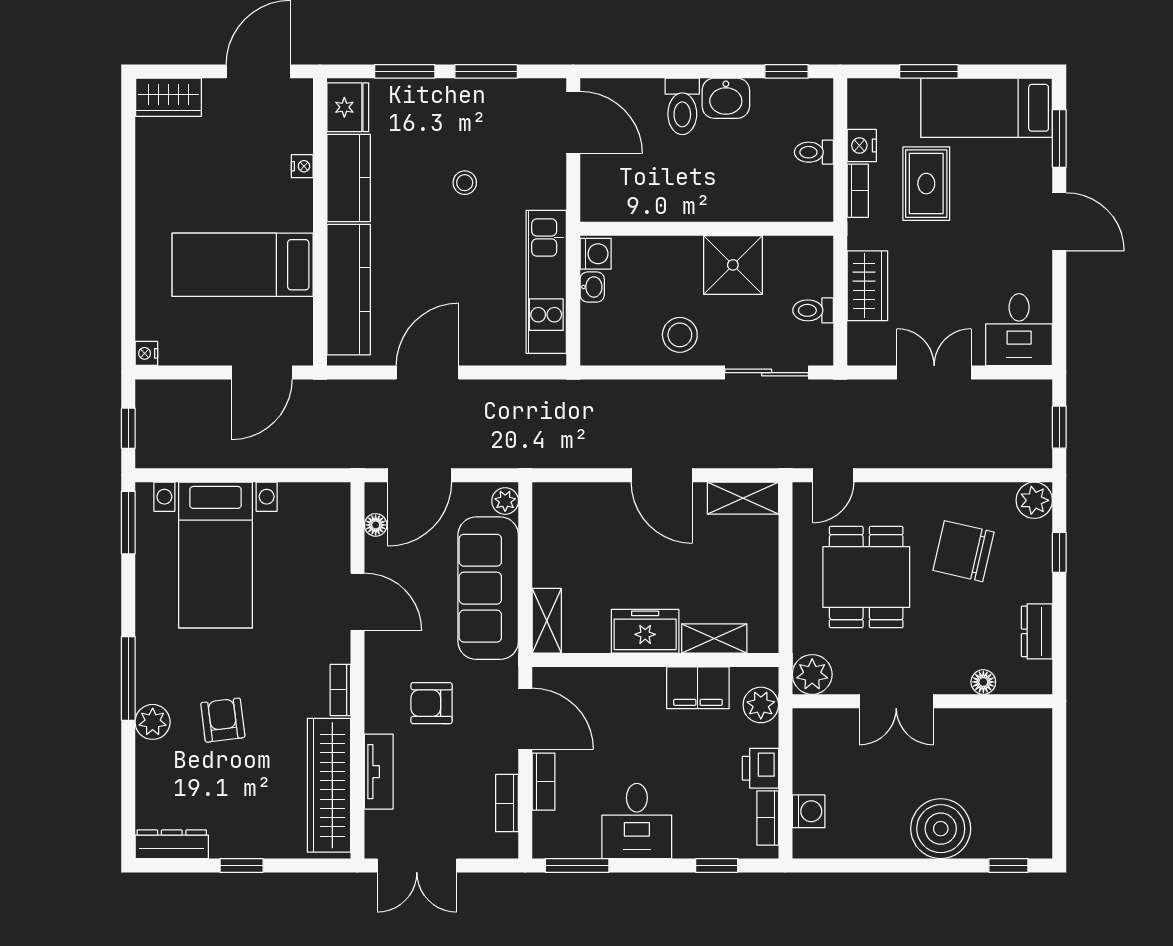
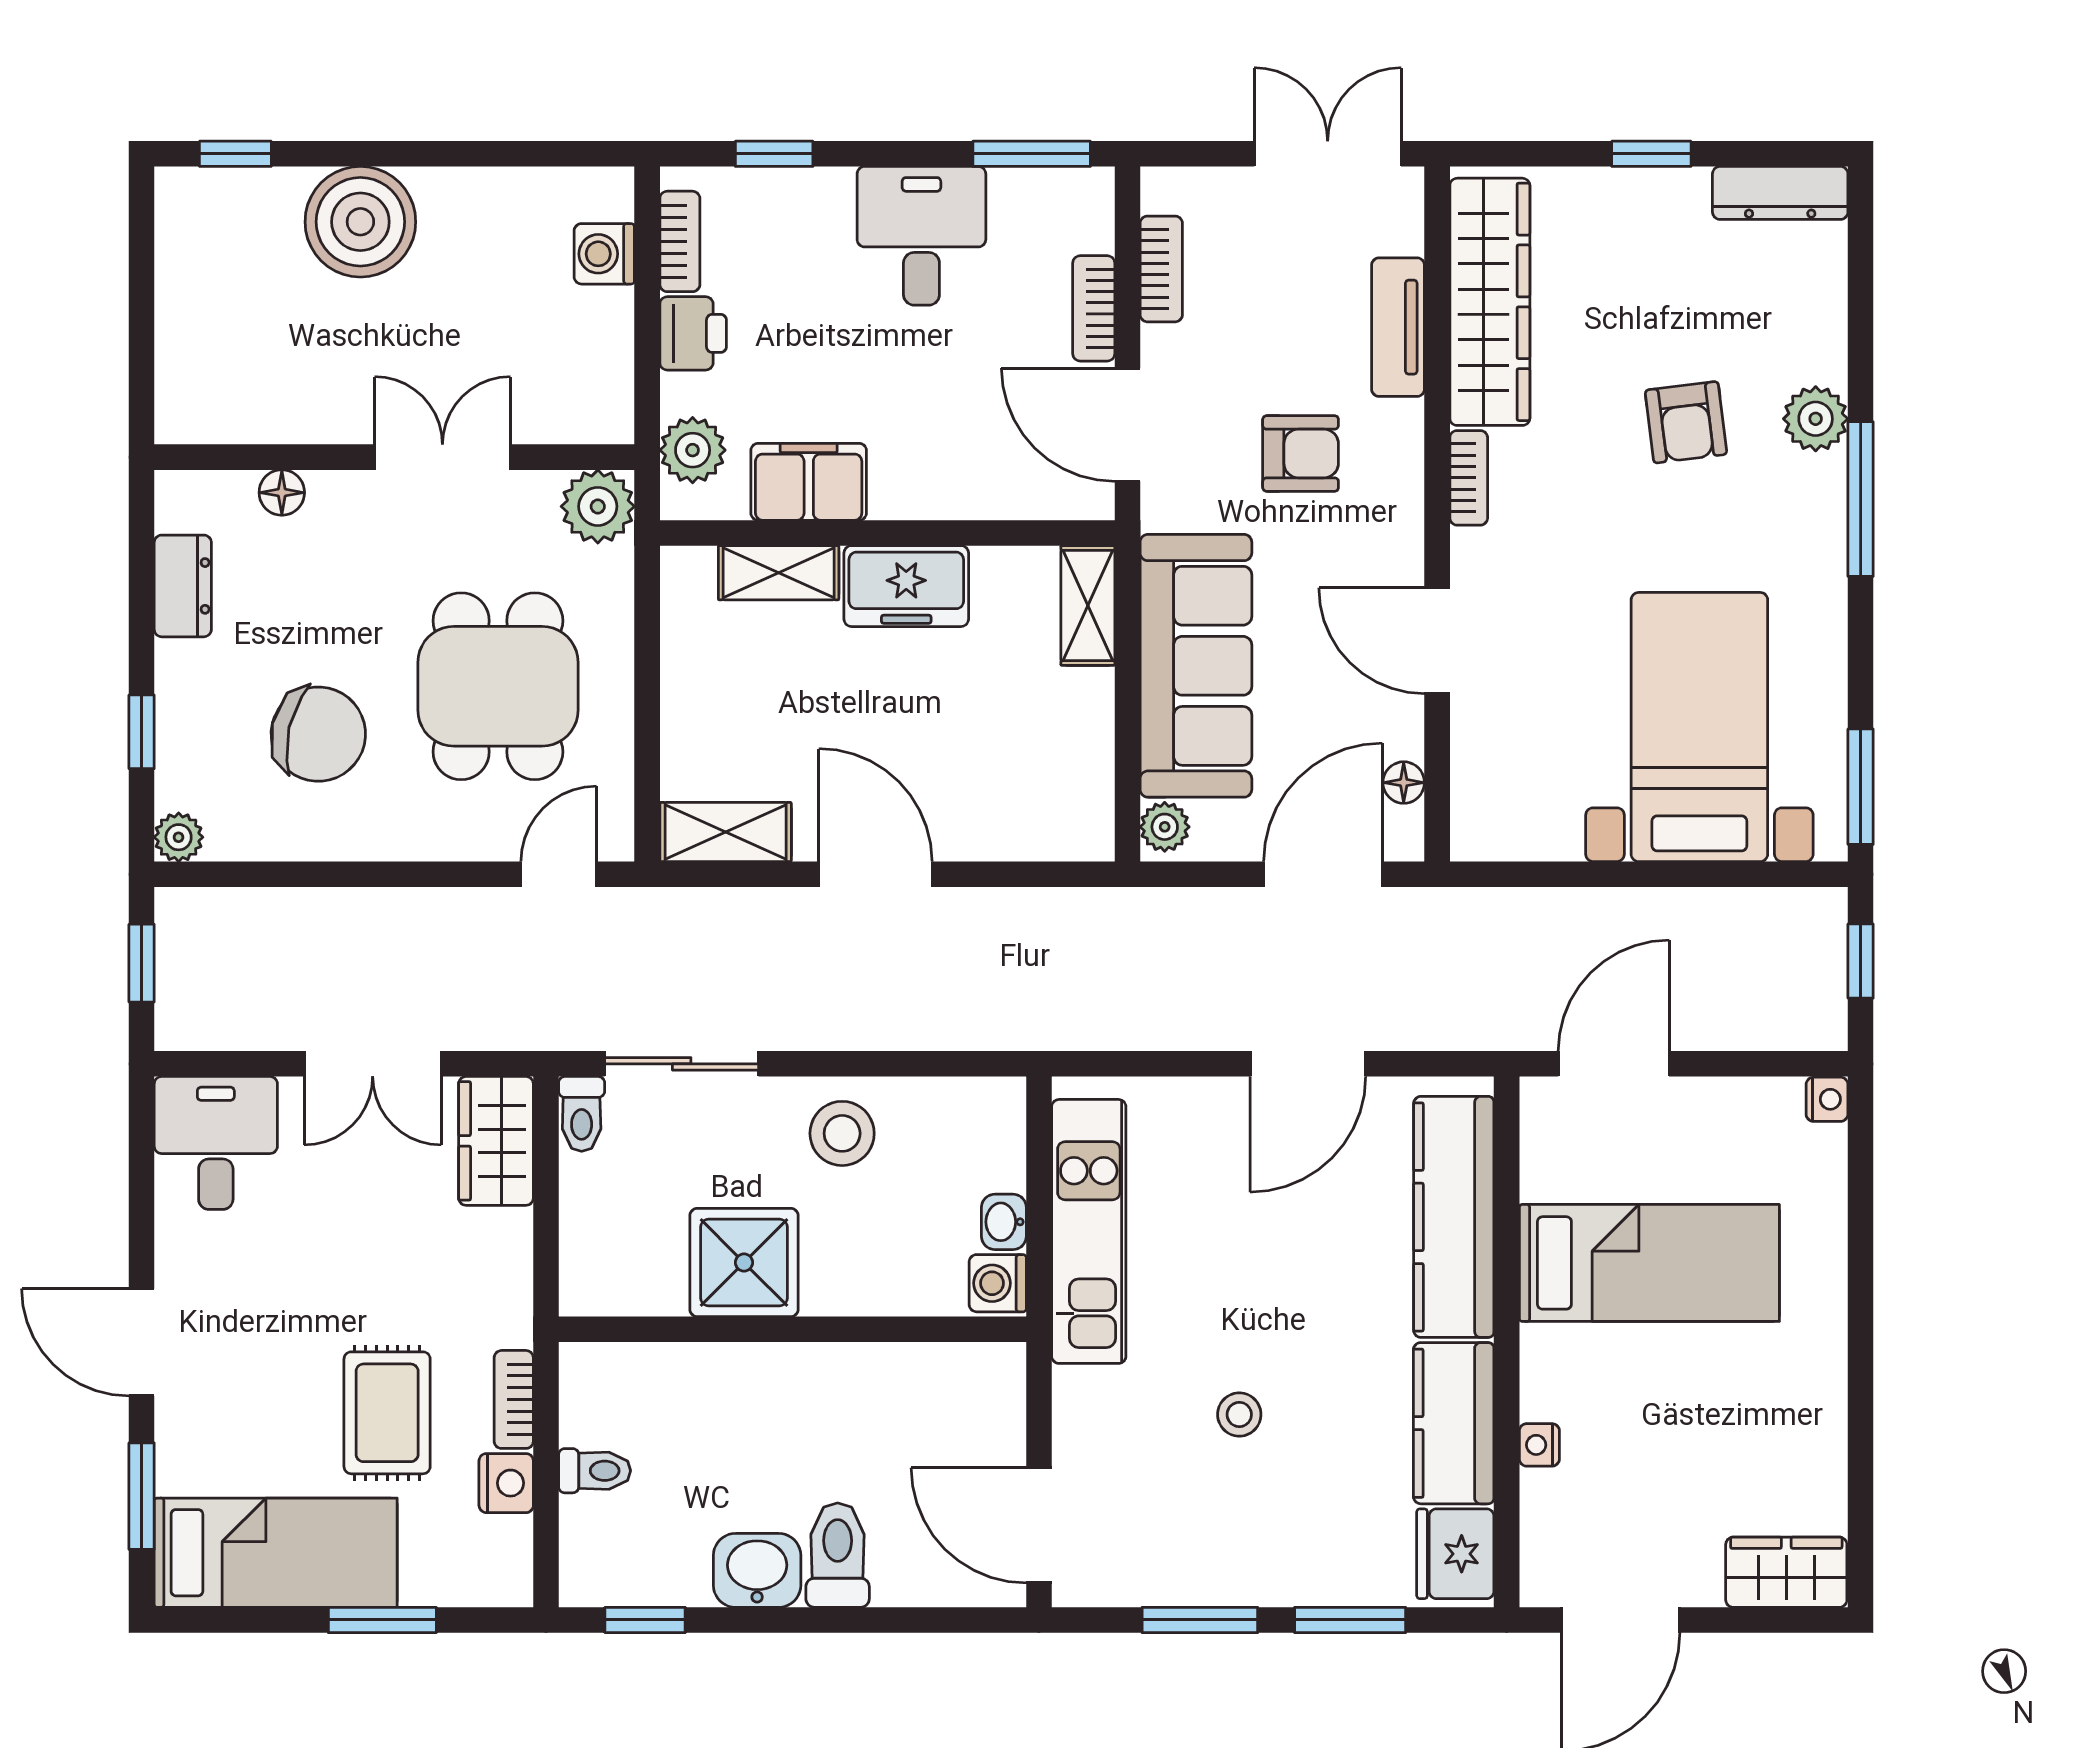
wardrobe: (867, 286) -> (496, 1141), moved
toilet: (813, 310) -> (582, 1114), moved, turned 90
plant: (1034, 500) -> (179, 837), width x0.73, depth x0.73

